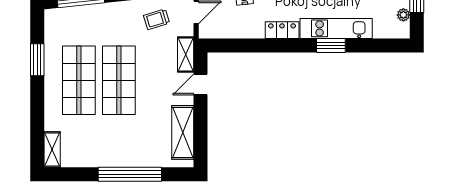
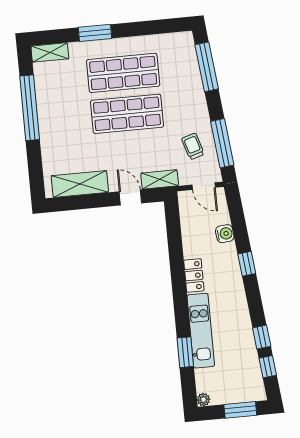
plant: (403, 15) -> (203, 400), moved
window: (331, 45) -> (185, 352), moved
window: (37, 60) -> (95, 33), moved
window: (130, 174) -> (30, 108), moved

